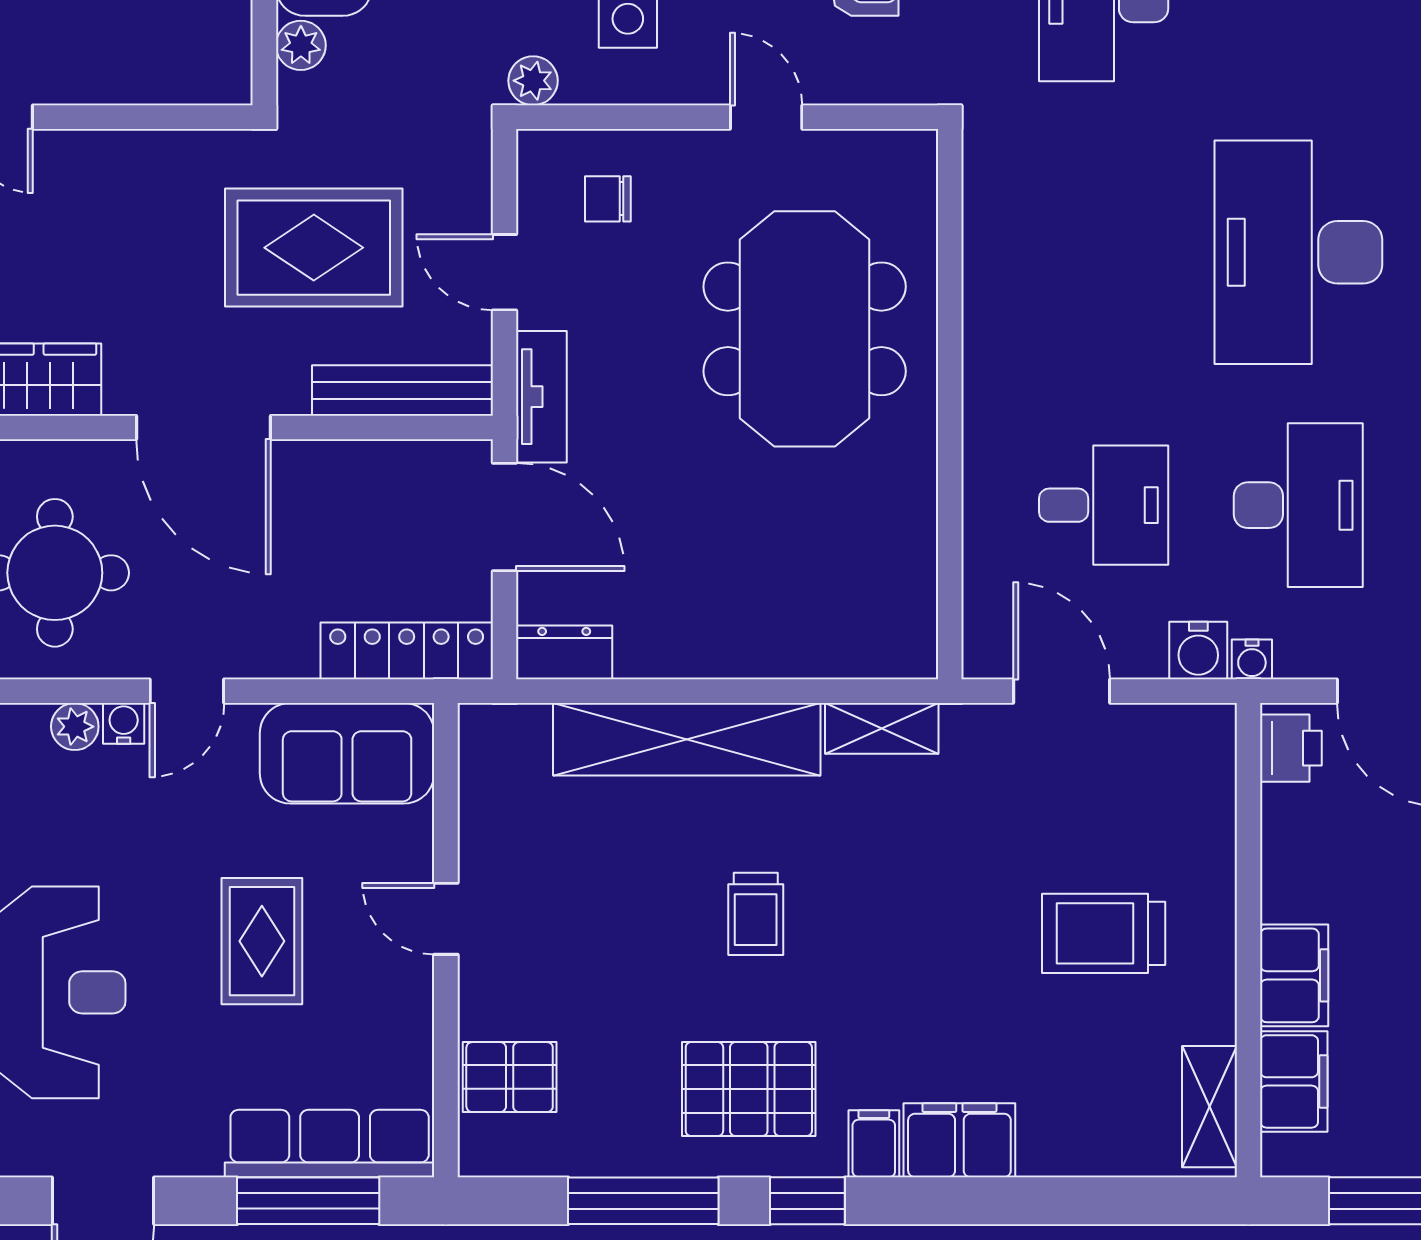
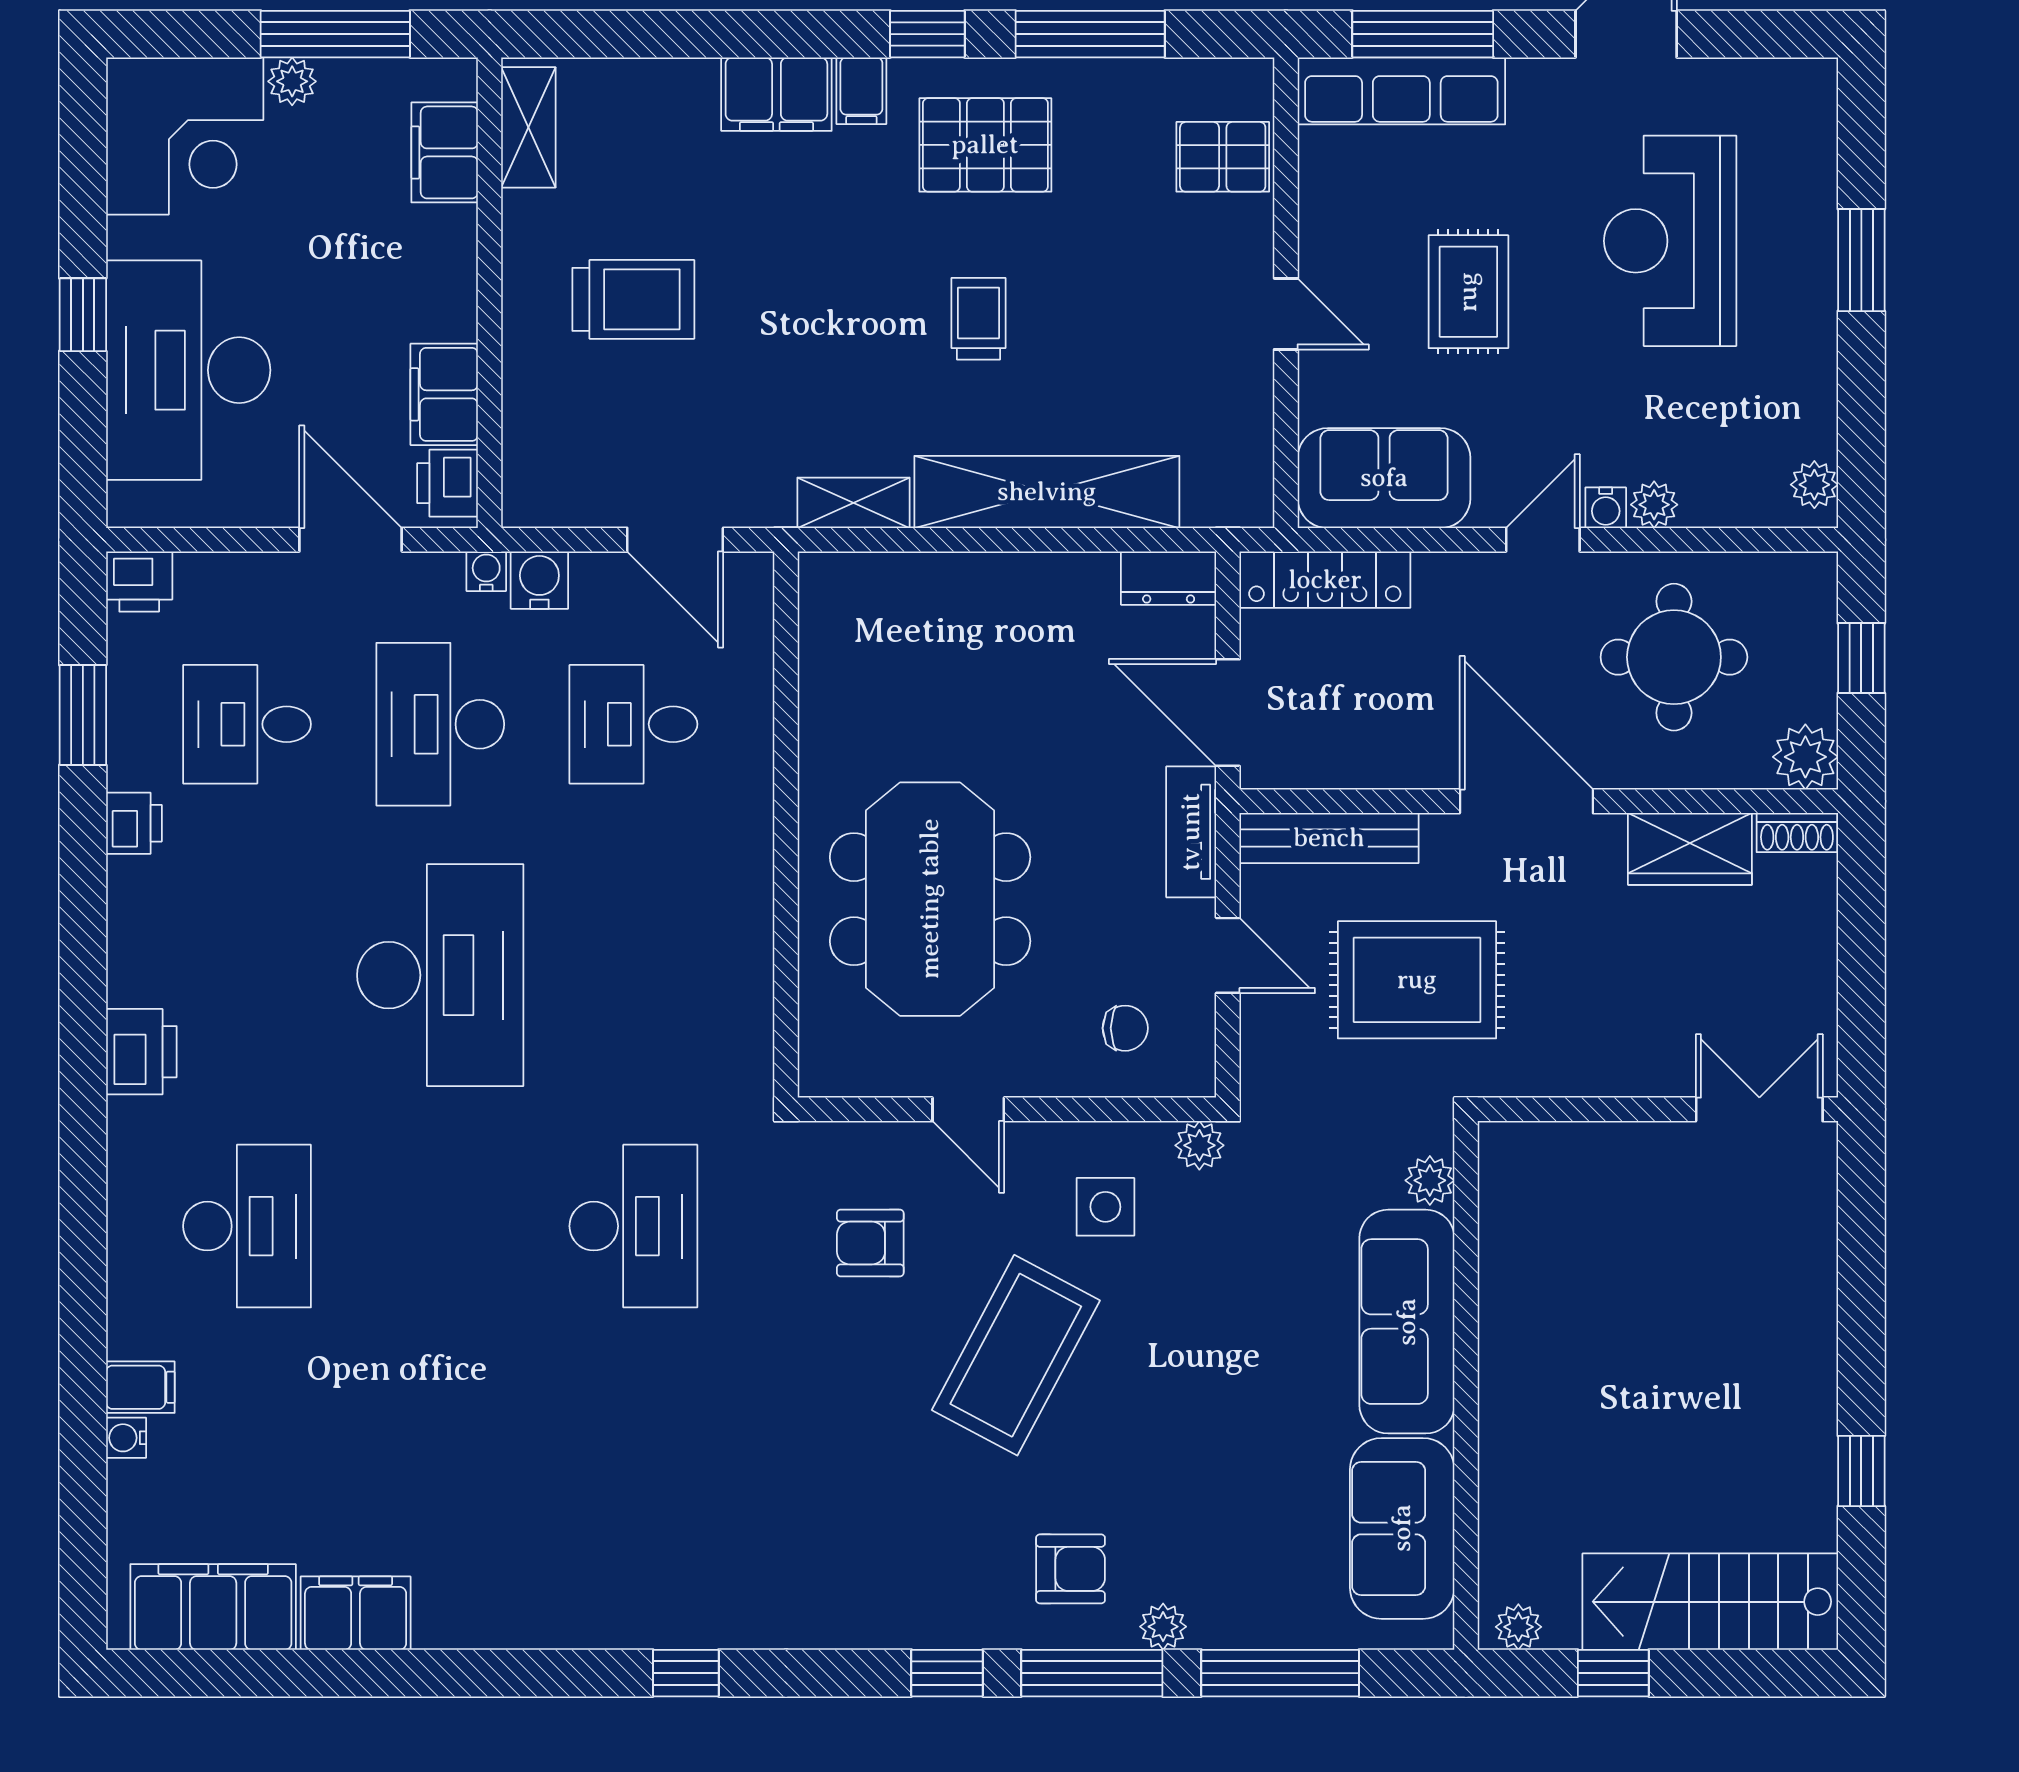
filing cabinet: (1294, 975) -> (444, 394), moved

